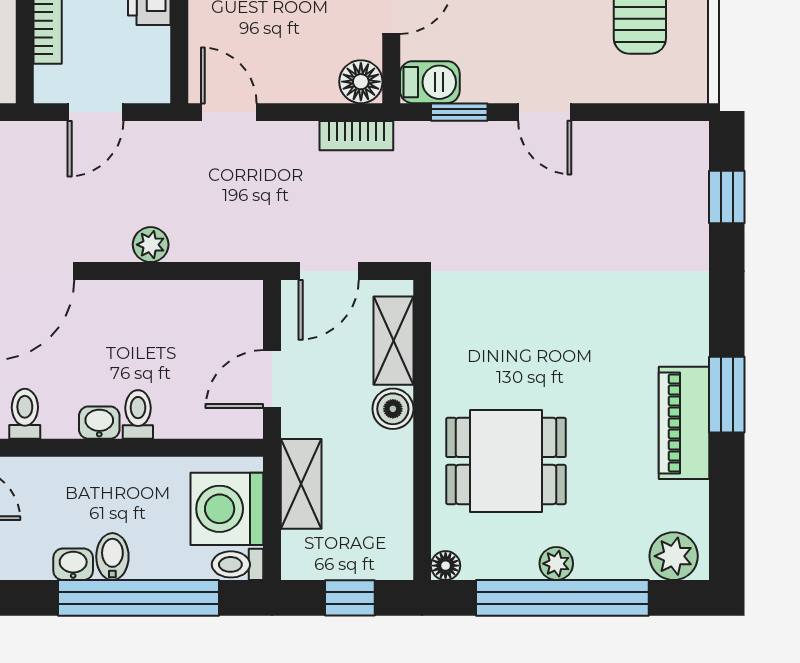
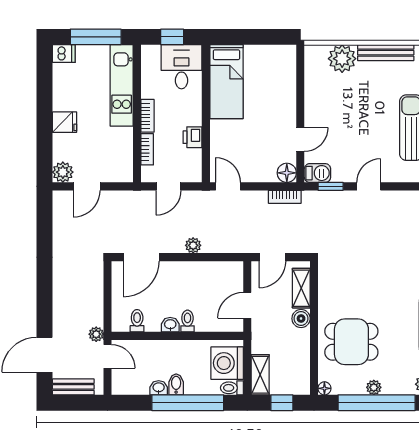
door: (545, 112) -> (369, 186), swing flipped
shelving: (301, 484) -> (260, 375), moved

